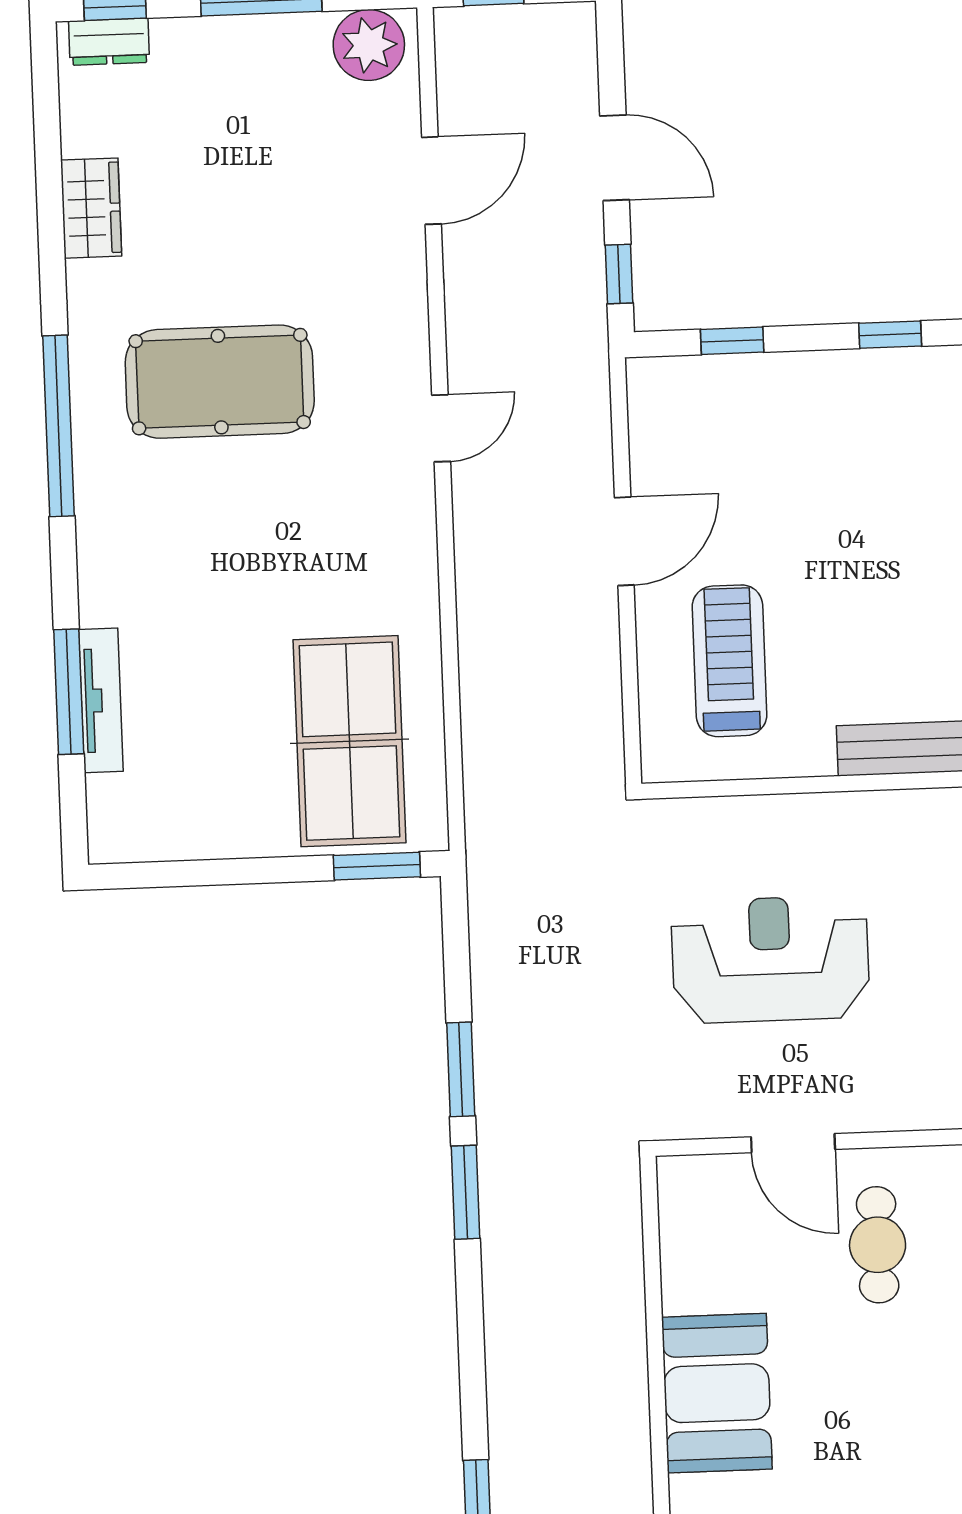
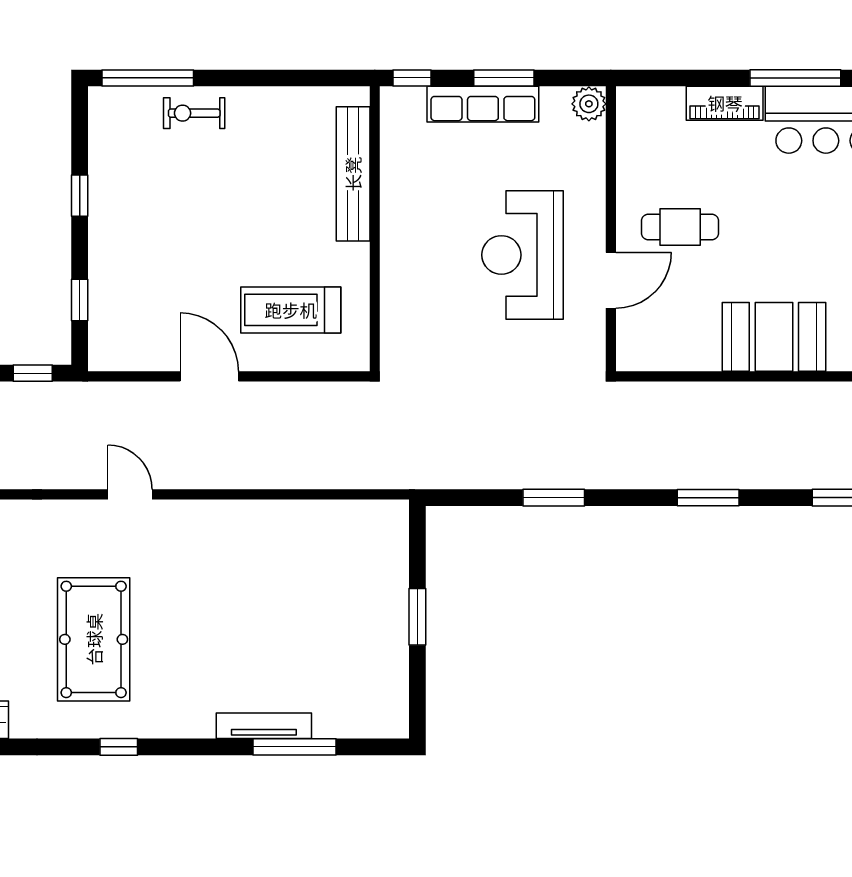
window: (59, 426) -> (119, 747), width x0.32
tv unit: (101, 700) -> (264, 726), moved
table tennis table: (350, 741) -> (334, 563), removed
window: (377, 866) -> (417, 617), moved
reception desk: (770, 959) -> (522, 255), moved
window: (466, 1192) -> (708, 498), moved

